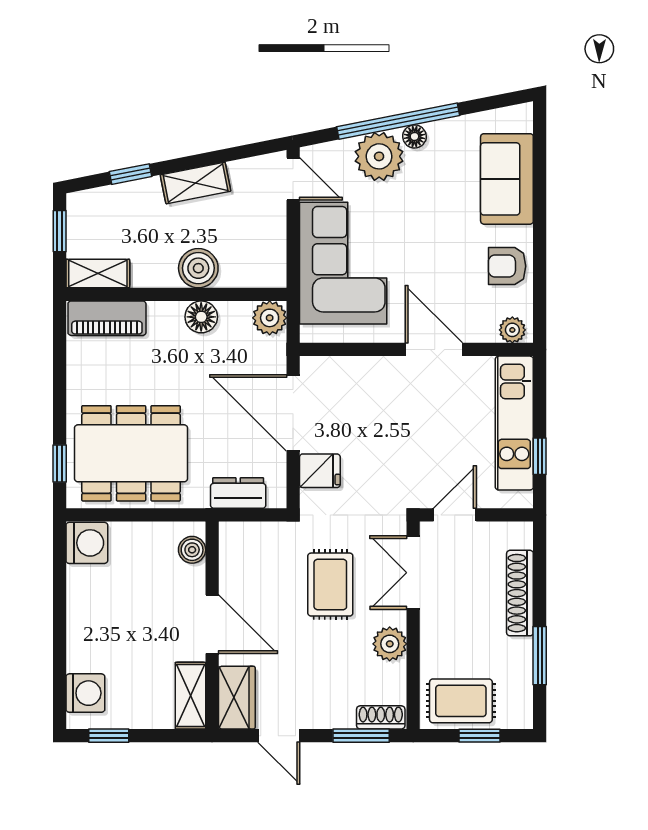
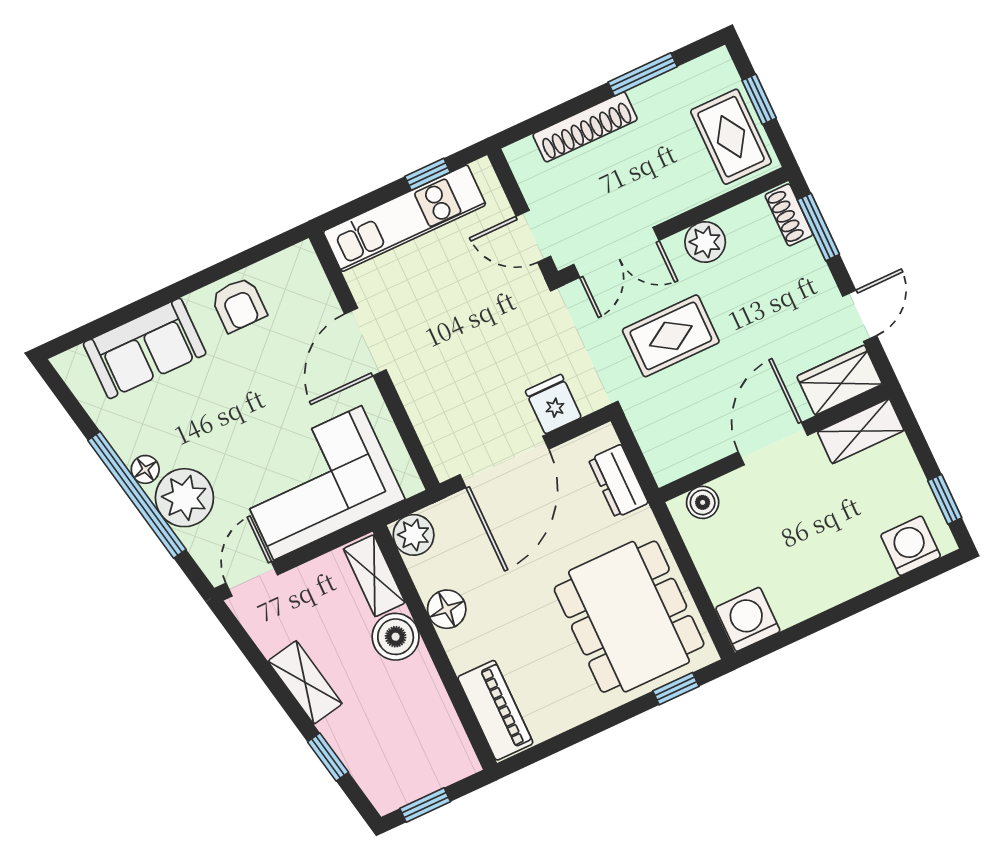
shelving: (98, 274) -> (374, 576), moved
plant: (512, 330) -> (305, 267), removed

